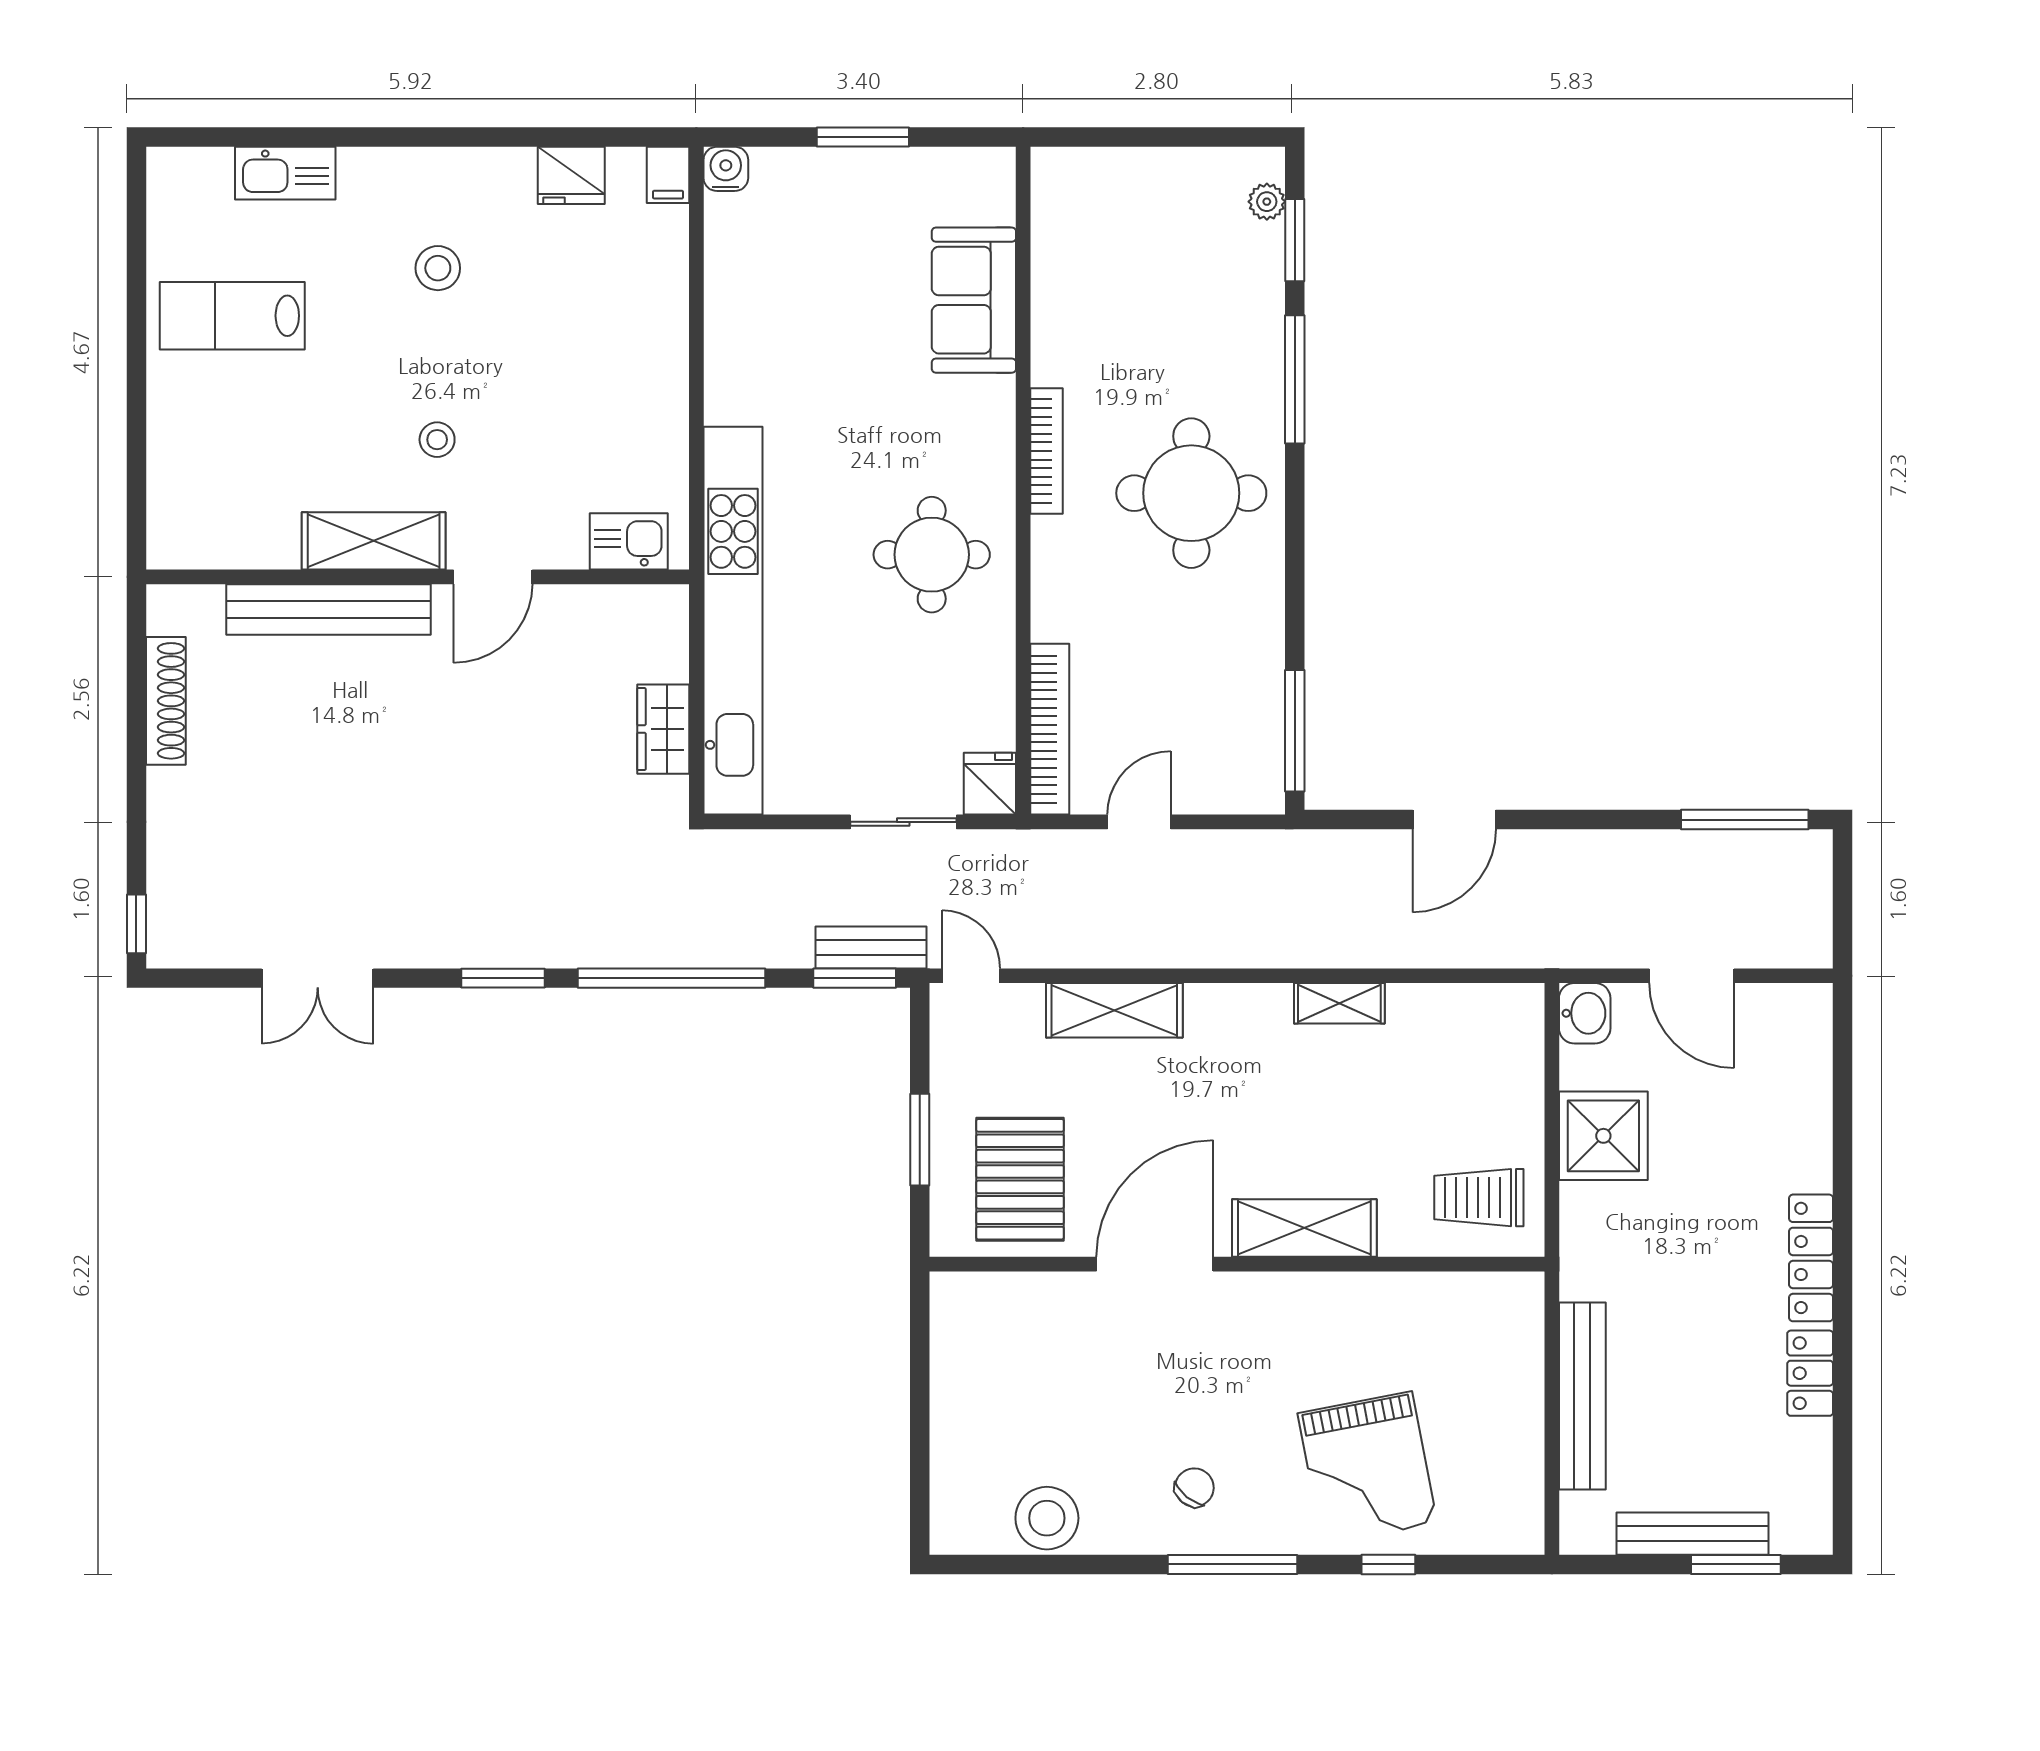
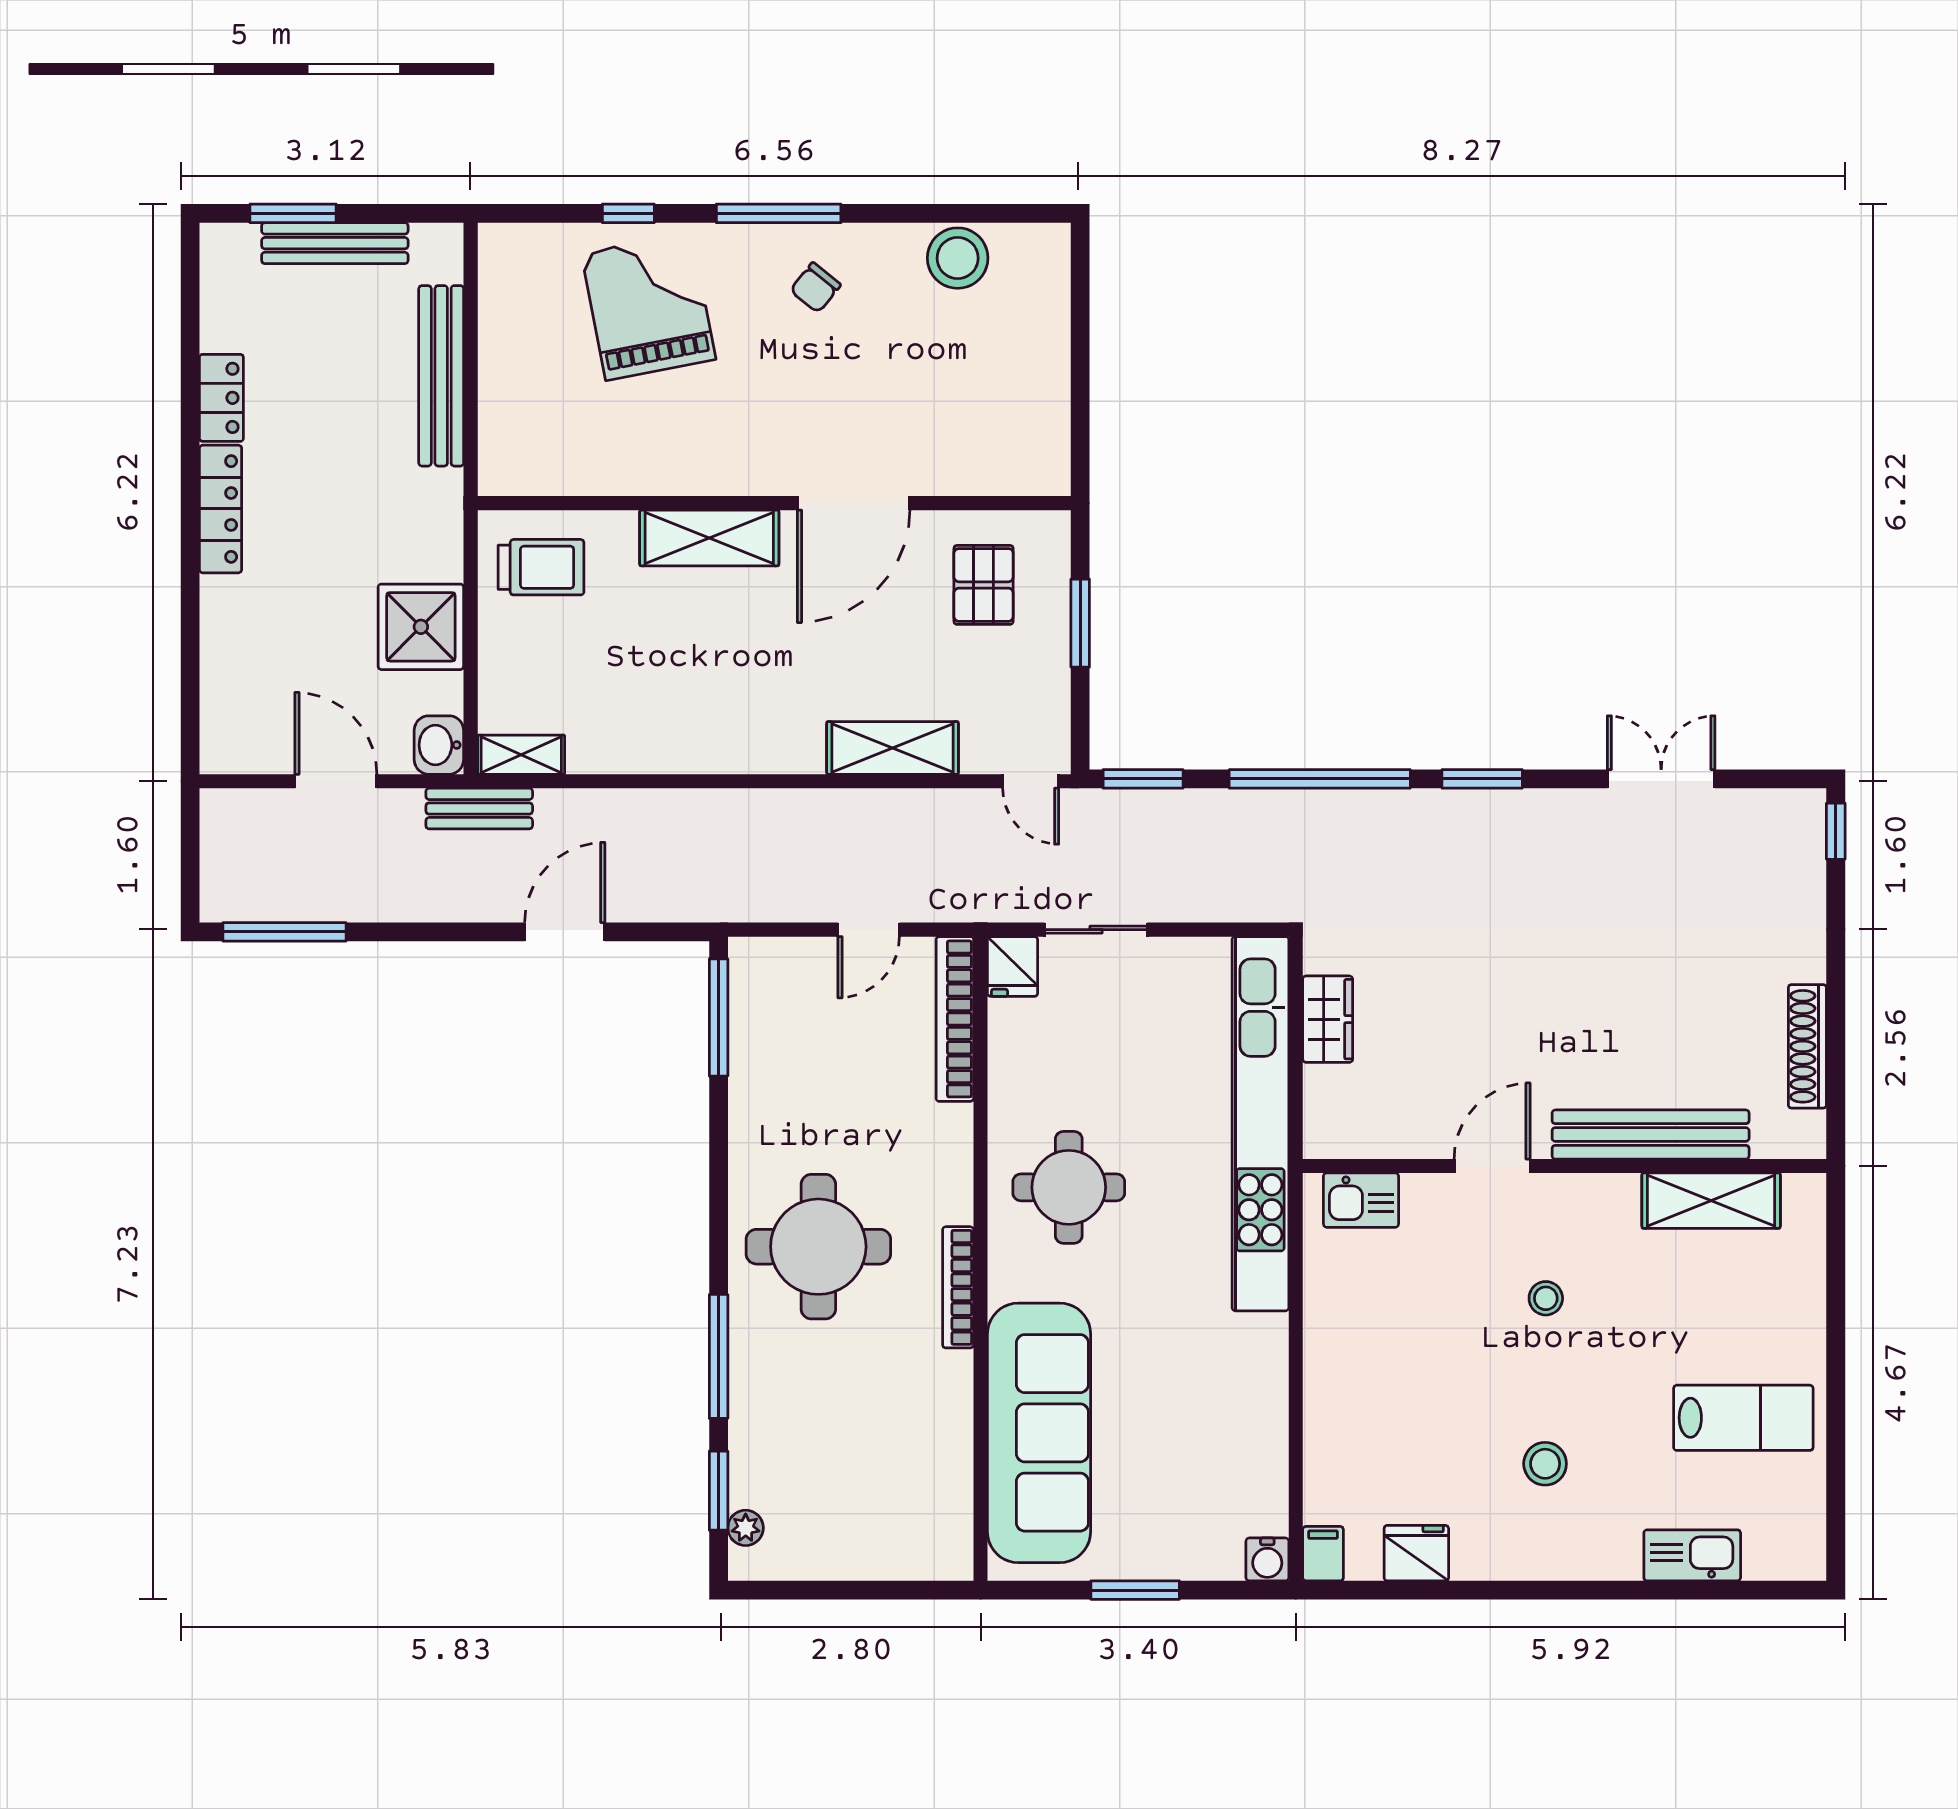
sofa: (974, 300) -> (1039, 1433), width x1.85, depth x1.27
shelving: (374, 541) -> (1711, 1201), moved
bench: (871, 947) -> (479, 809), moved
shelving: (1339, 1003) -> (521, 755), moved
pallet: (1020, 1179) -> (984, 585), width x0.67, depth x0.71

